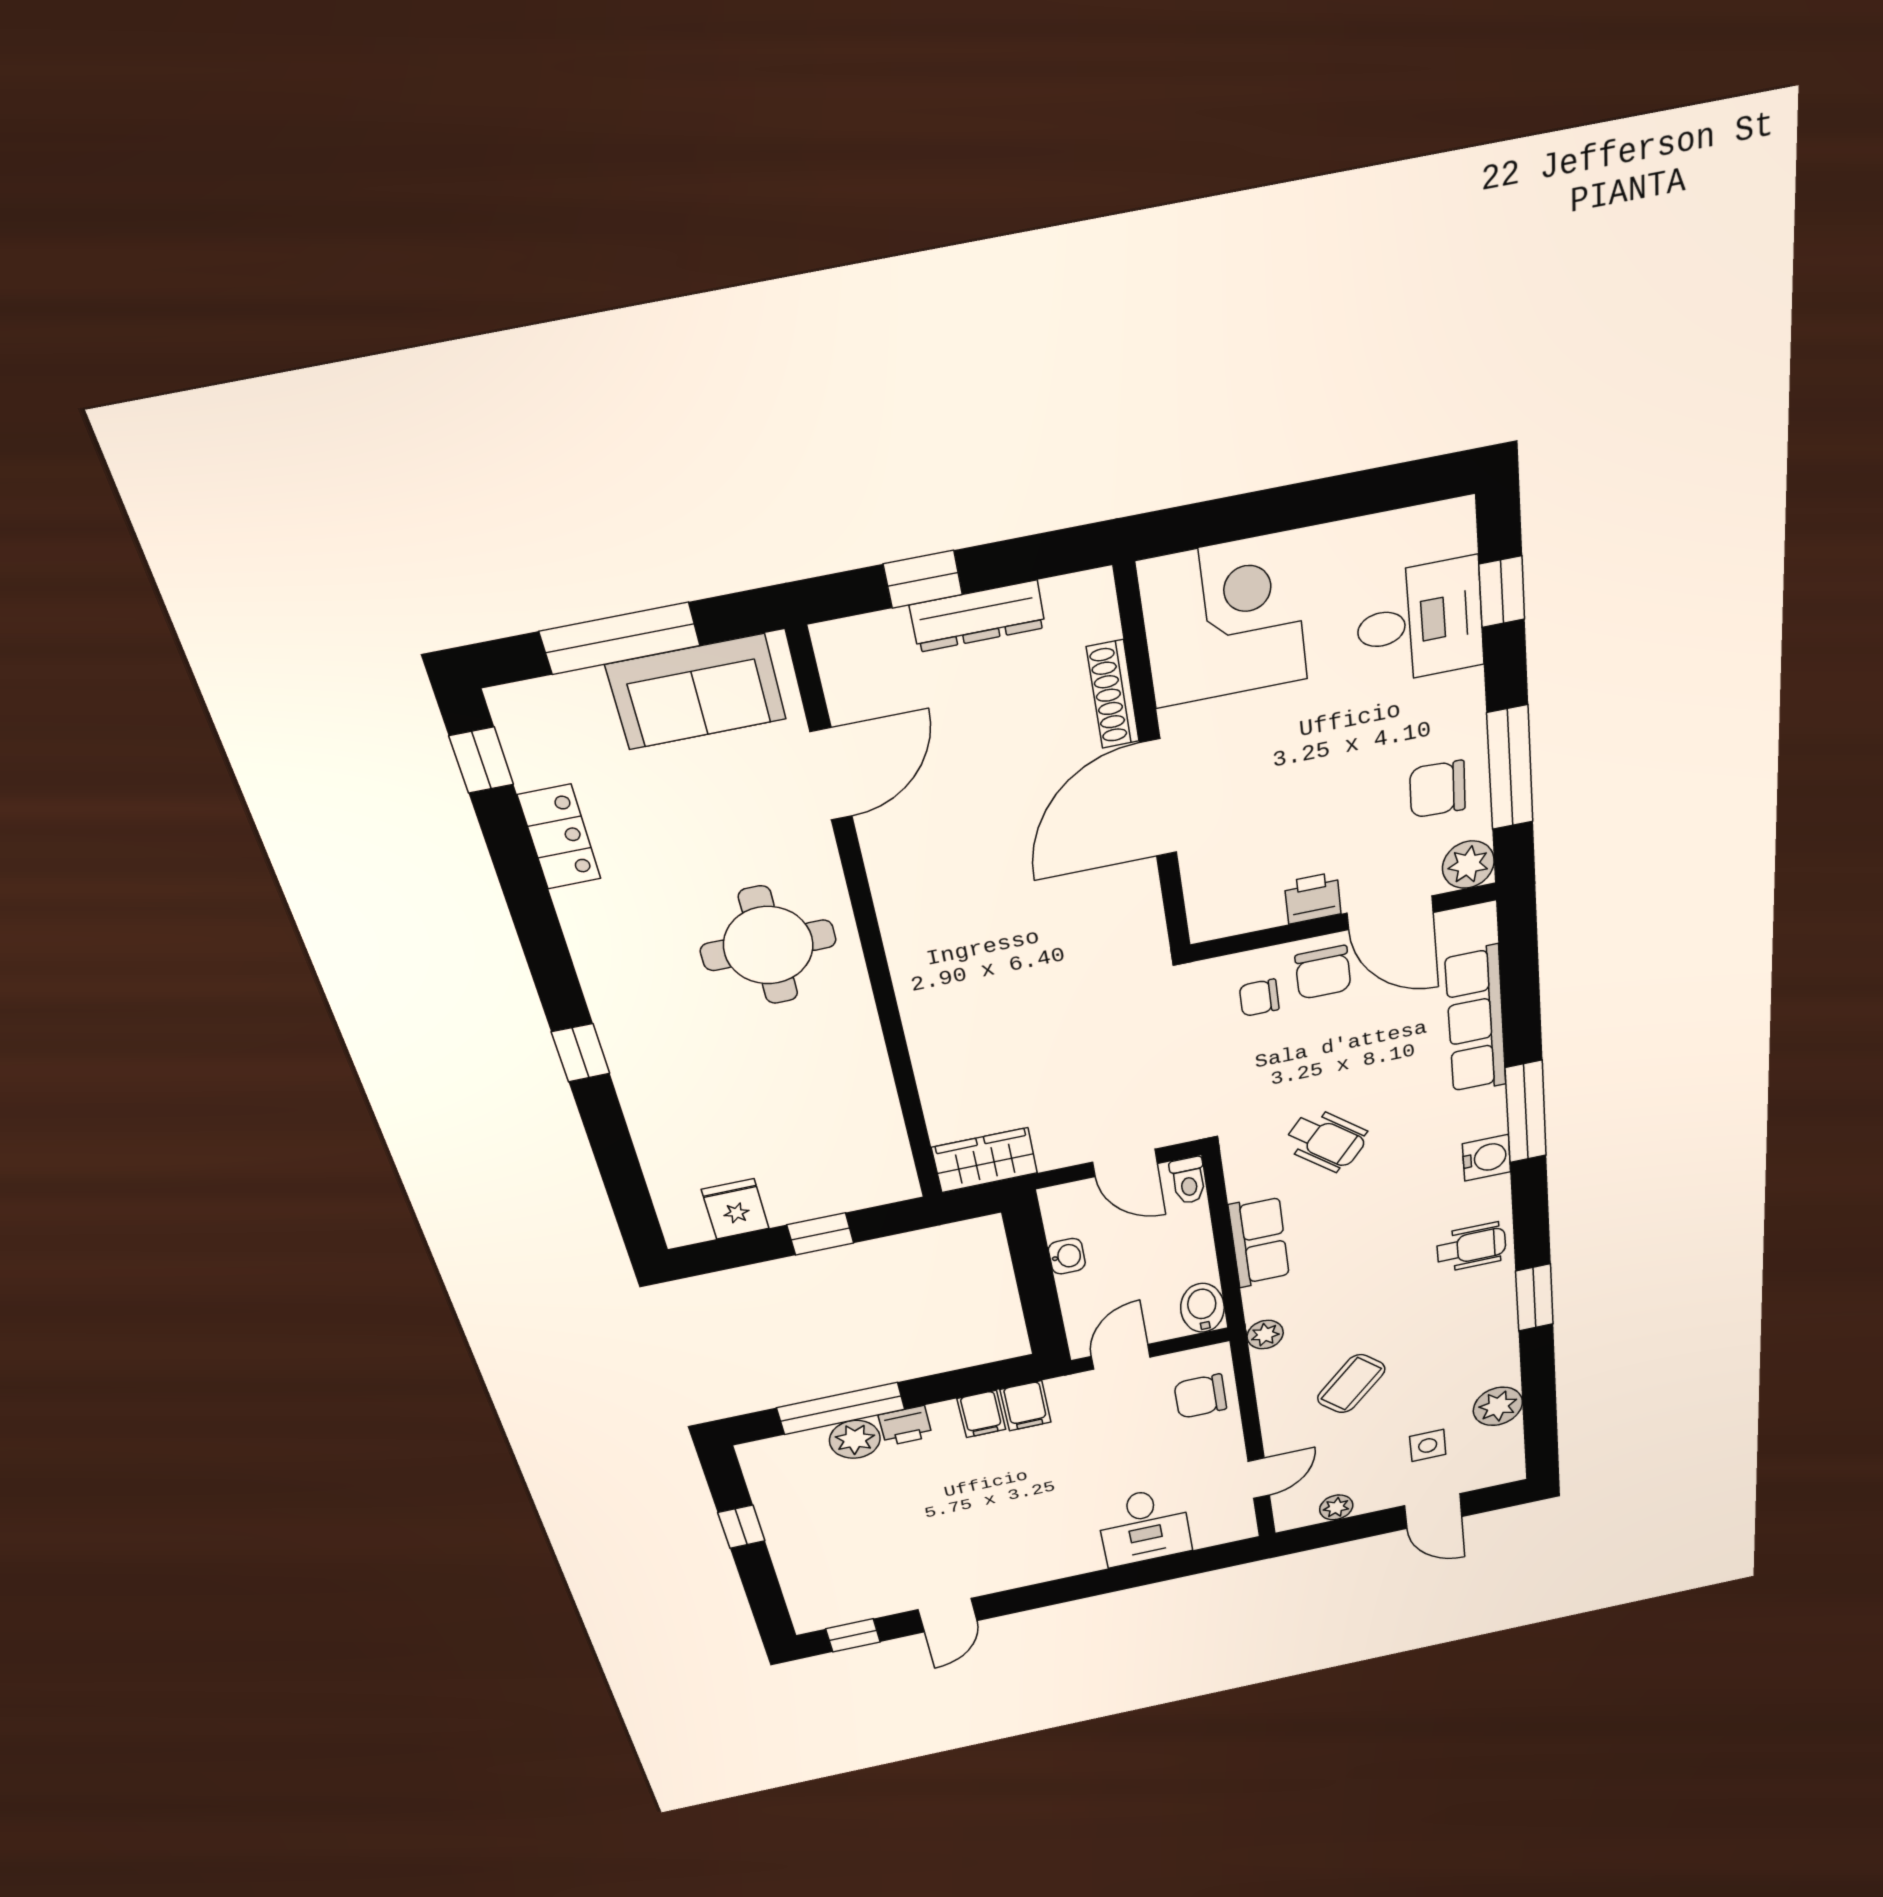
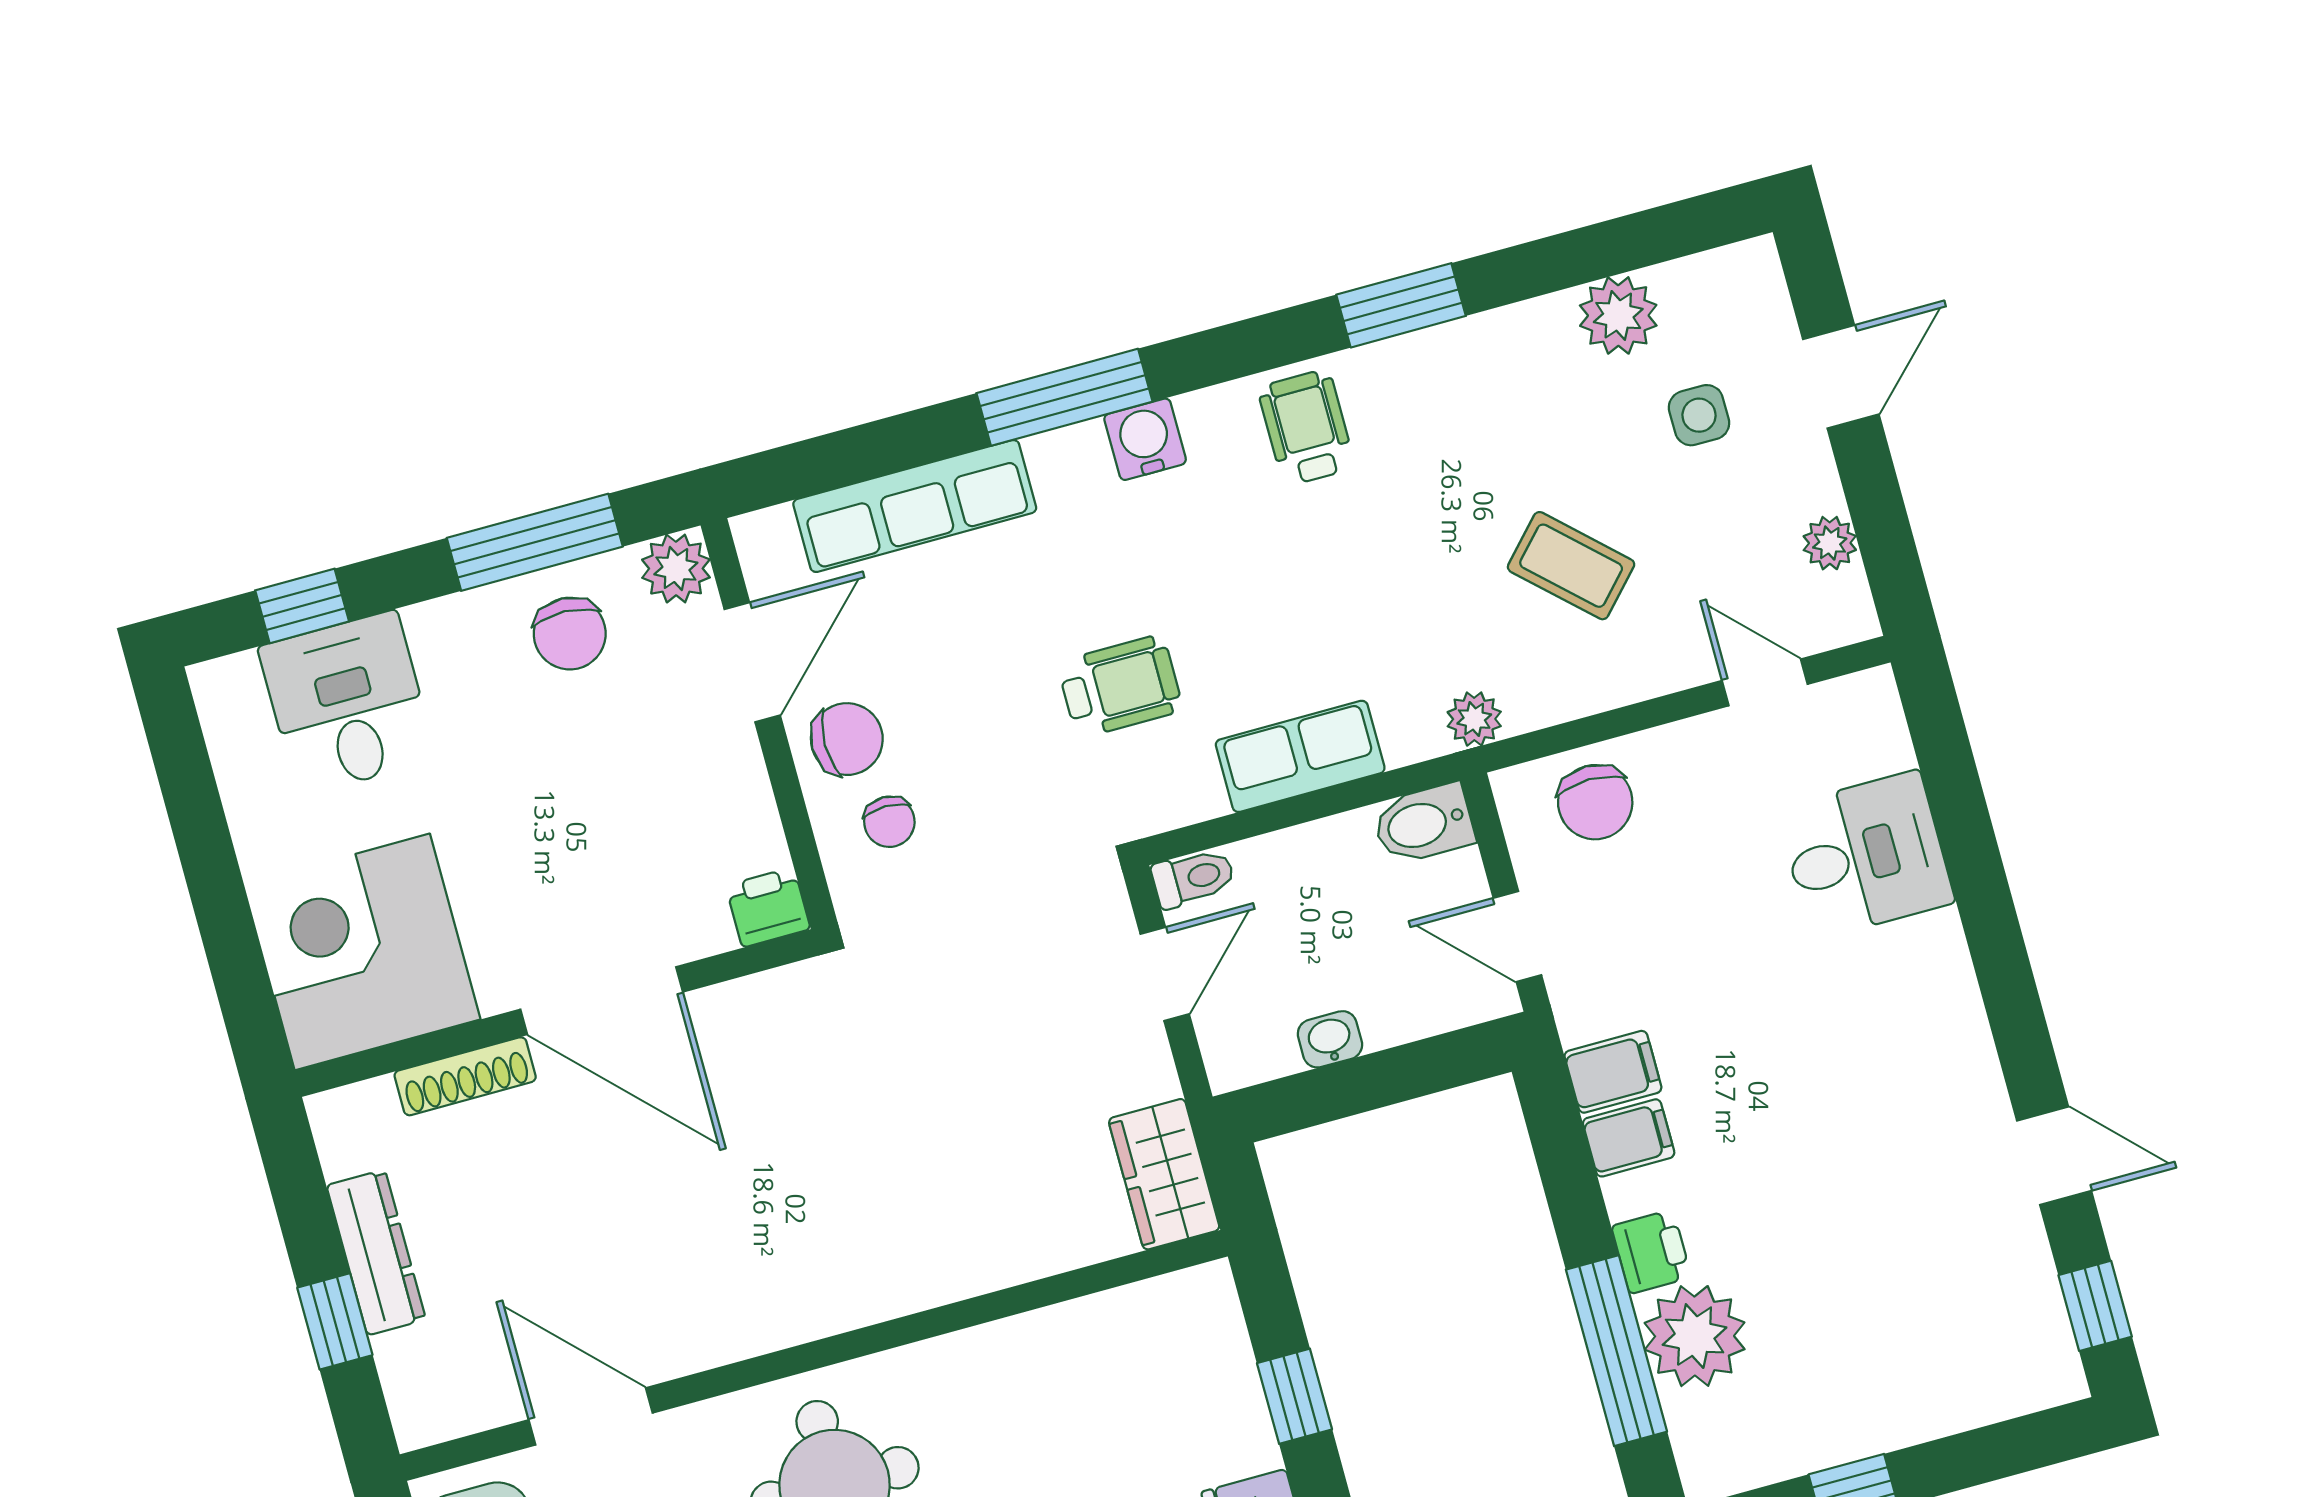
printer: (1313, 898) -> (768, 907), moved, turned 90
wheelchair: (1326, 1140) -> (1120, 686), turned 50
plant: (855, 1439) -> (1695, 1336), width x1.36, depth x1.36

